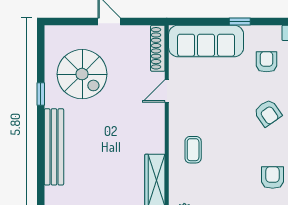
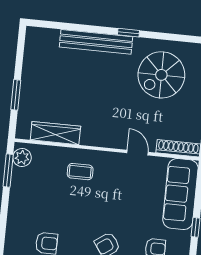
window: (41, 94) -> (128, 33), moved

